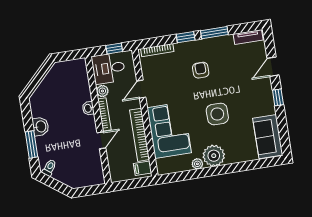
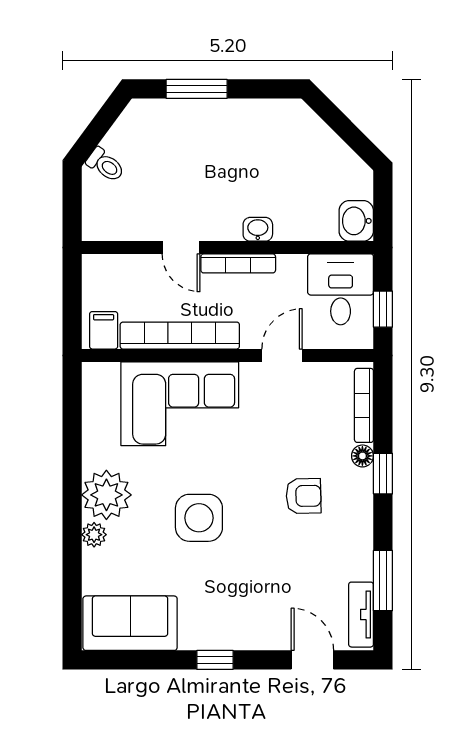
window: (214, 33) -> (383, 581), moved
floor lamp: (179, 47) -> (362, 456), added
door: (273, 67) -> (312, 660), moved
door: (141, 89) -> (282, 355), hinge flipped
plant: (102, 91) -> (292, 267), removed
washbasin: (41, 126) -> (356, 221), moved, turned 90
plant: (197, 164) -> (94, 535), moved
toilet: (49, 168) -> (105, 165), moved

